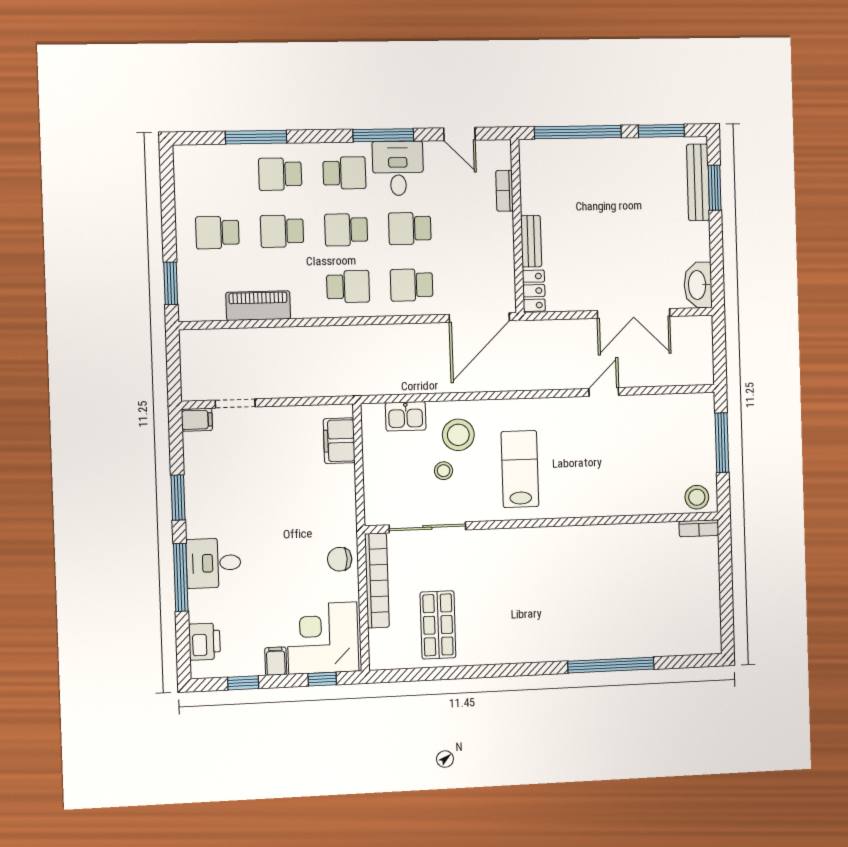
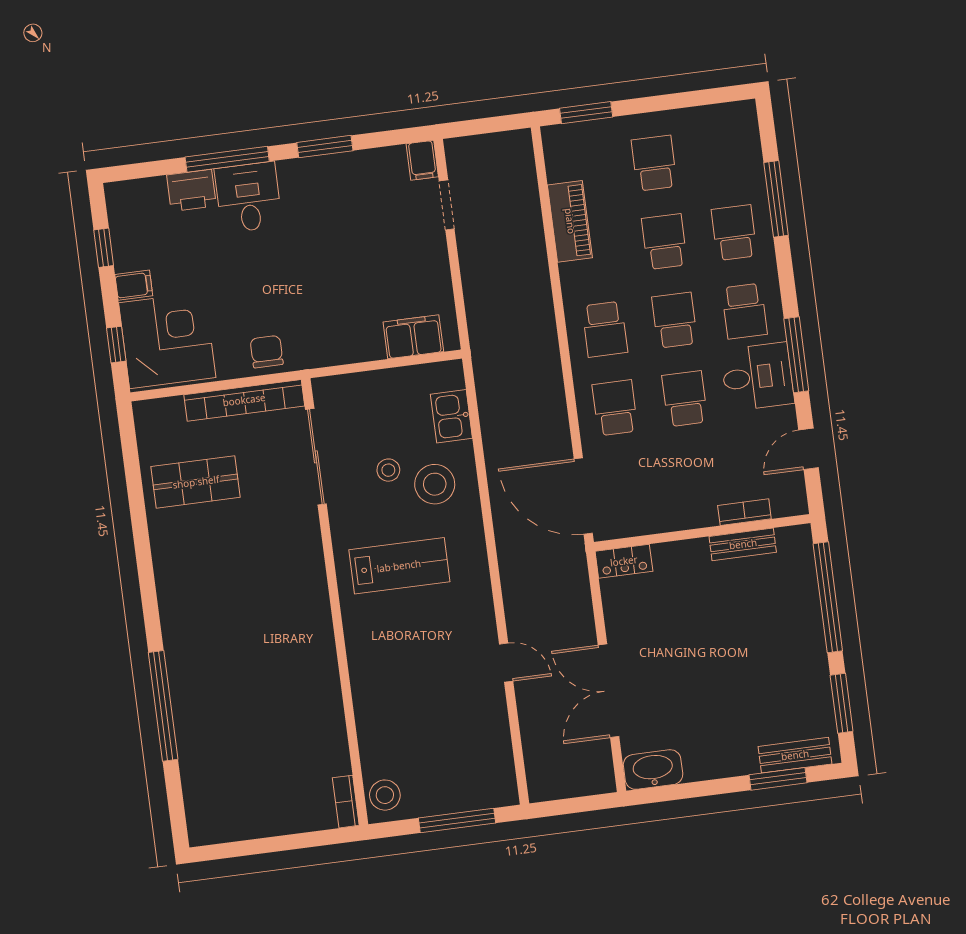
bench: (698, 182) -> (795, 755), width x0.73
bench: (531, 241) -> (743, 544), moved
printer: (205, 642) -> (191, 190), moved

